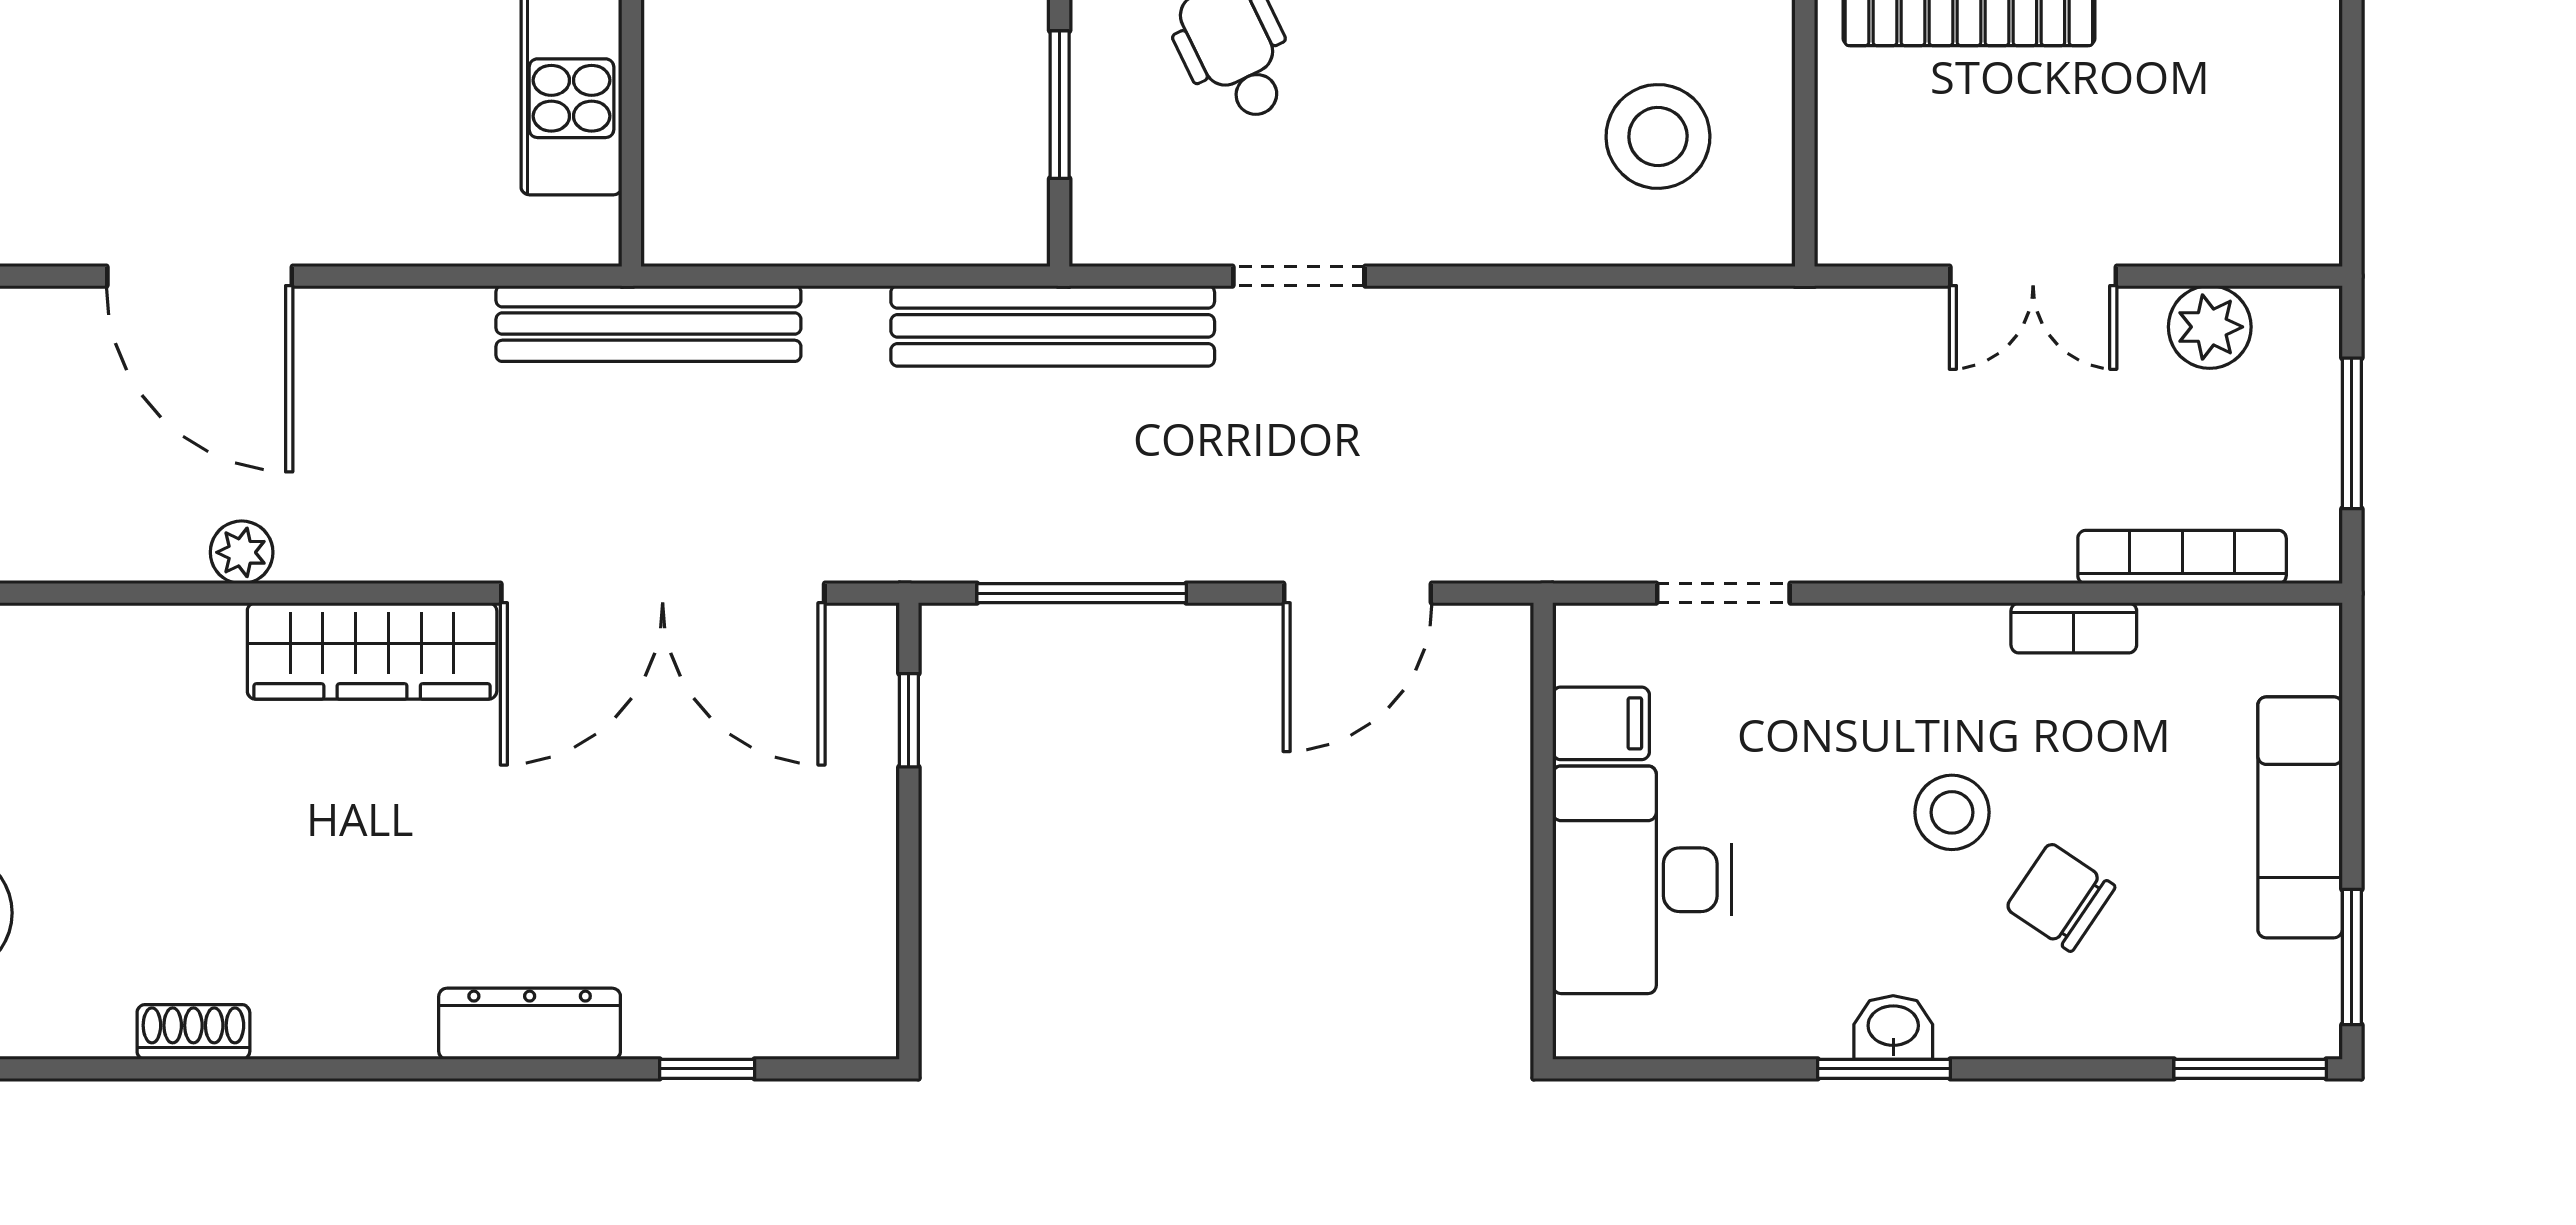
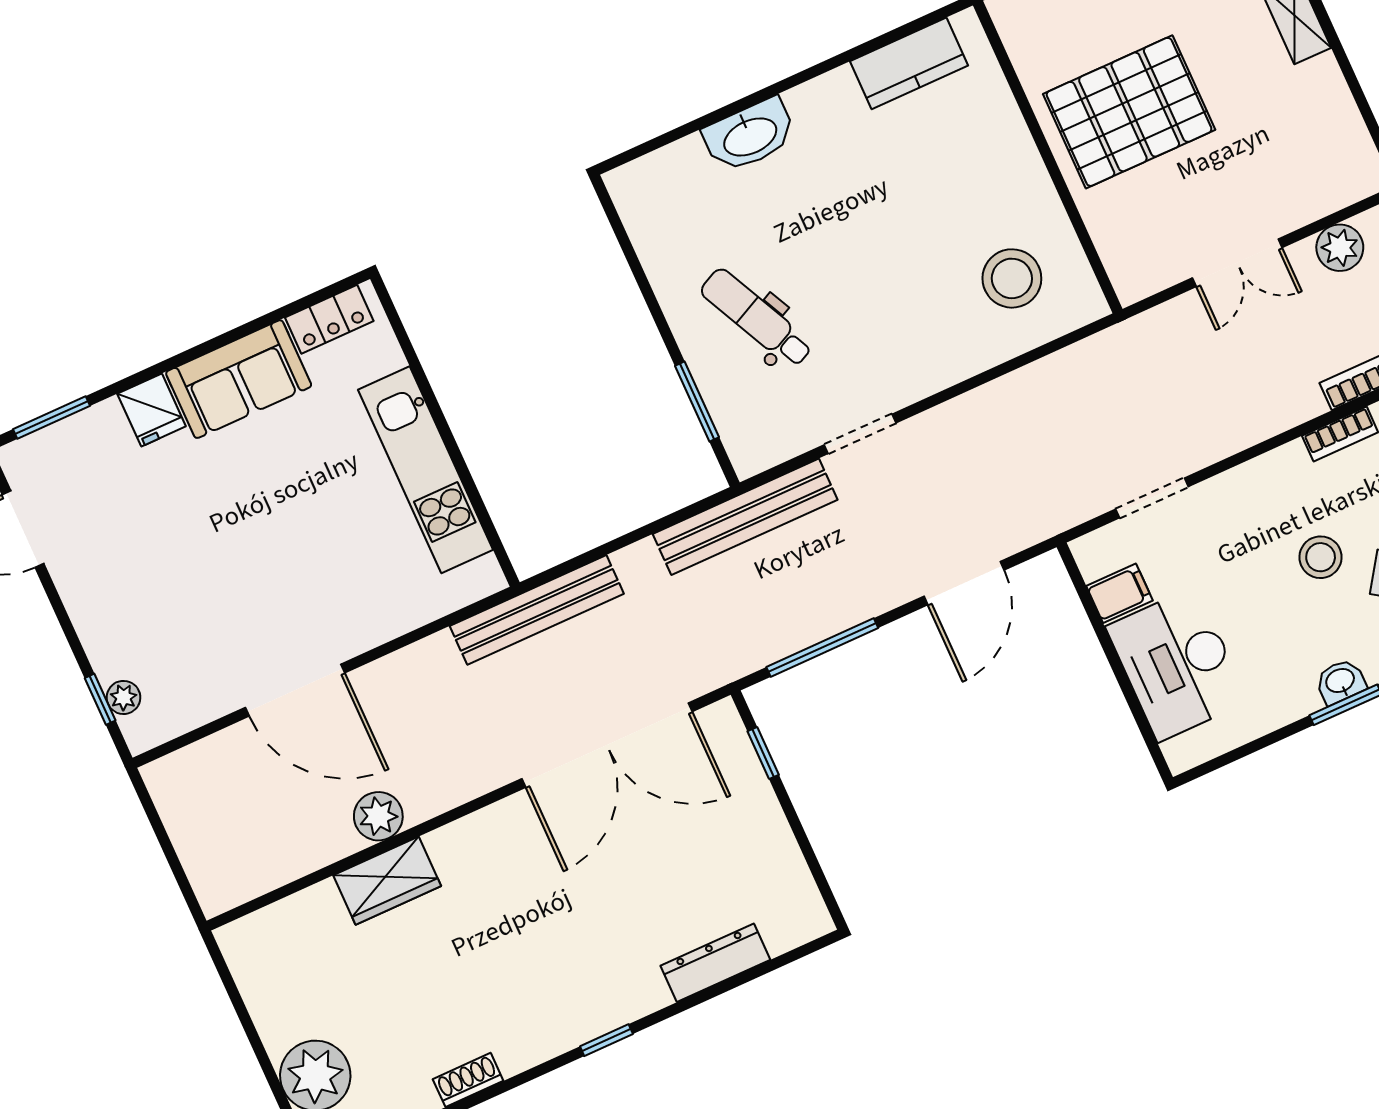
plant: (242, 552) -> (378, 816), width x1.38, depth x1.38
wardrobe: (372, 651) -> (387, 881), moved, width x0.67
dresser: (530, 1024) -> (715, 963), moved
window: (707, 1069) -> (606, 1040), moved

